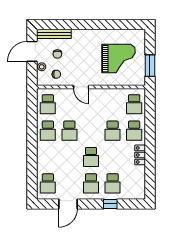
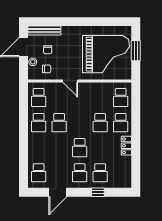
grand piano: (119, 59) -> (106, 54), width x1.37, depth x1.48
window: (150, 66) -> (136, 51), moved

